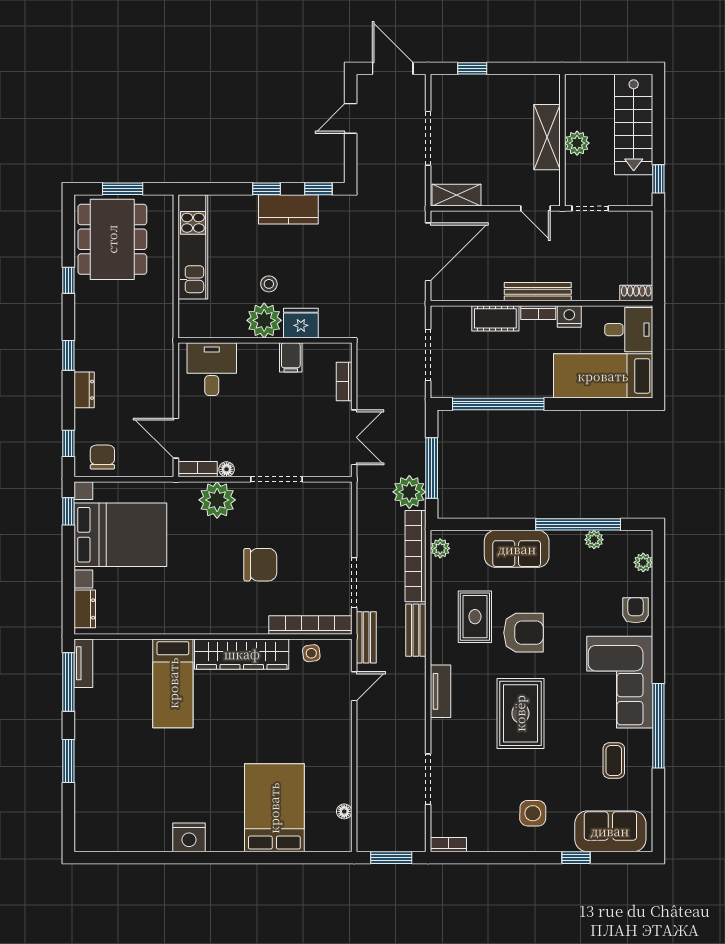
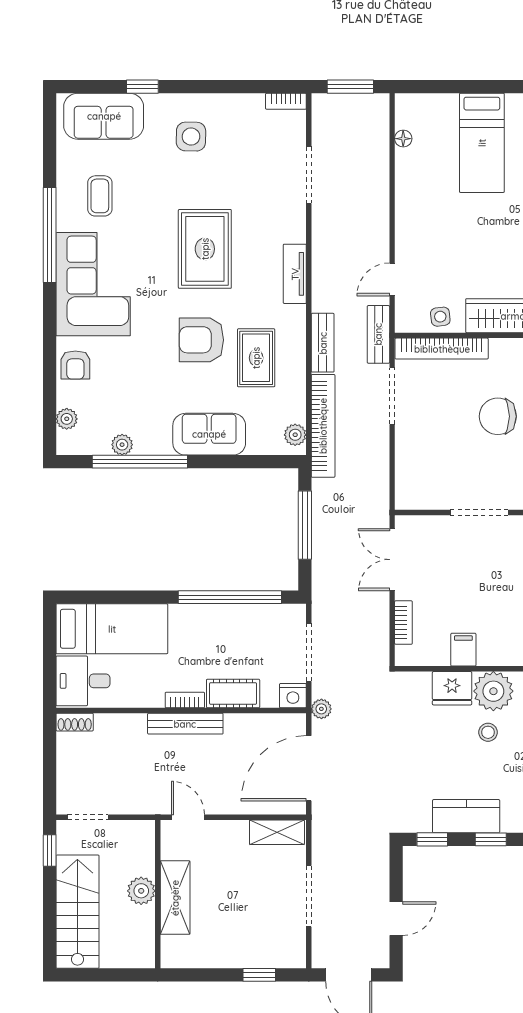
doorway: (590, 208) -> (88, 817), moved
nightstand: (569, 316) -> (293, 696), moved
plant: (409, 492) -> (321, 709), moved, width x0.53, depth x0.53
bed: (274, 808) -> (482, 143), width x0.67

